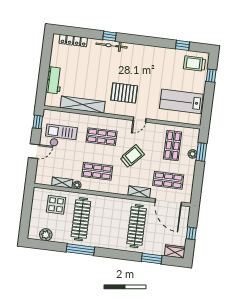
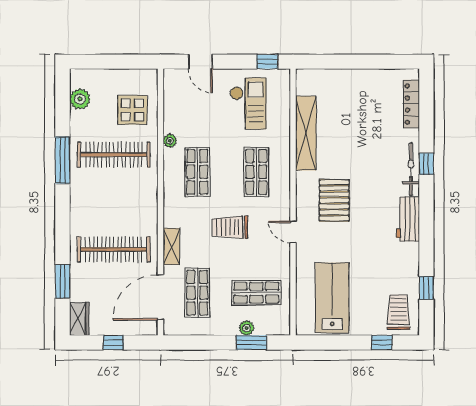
workbench: (54, 80) -> (408, 219), moved, turned 90
door: (34, 151) -> (200, 62), moved
trolley: (132, 156) -> (230, 227), turned 137
shelving: (62, 183) -> (171, 115), removed

